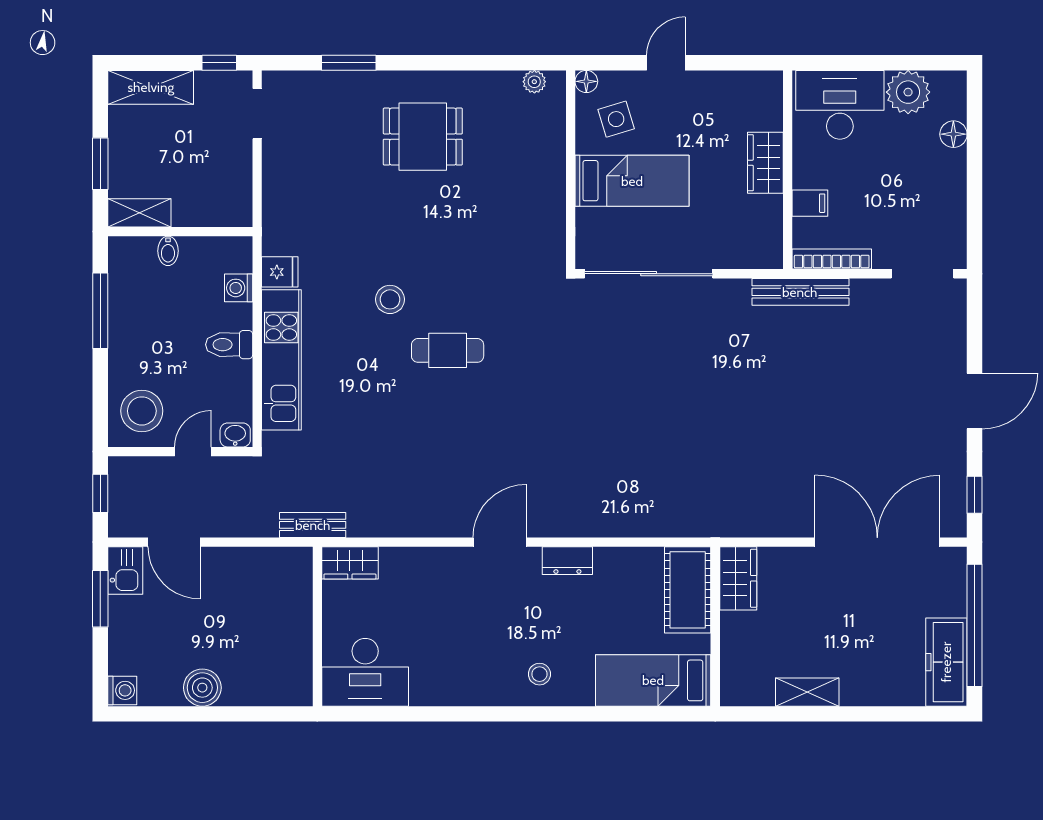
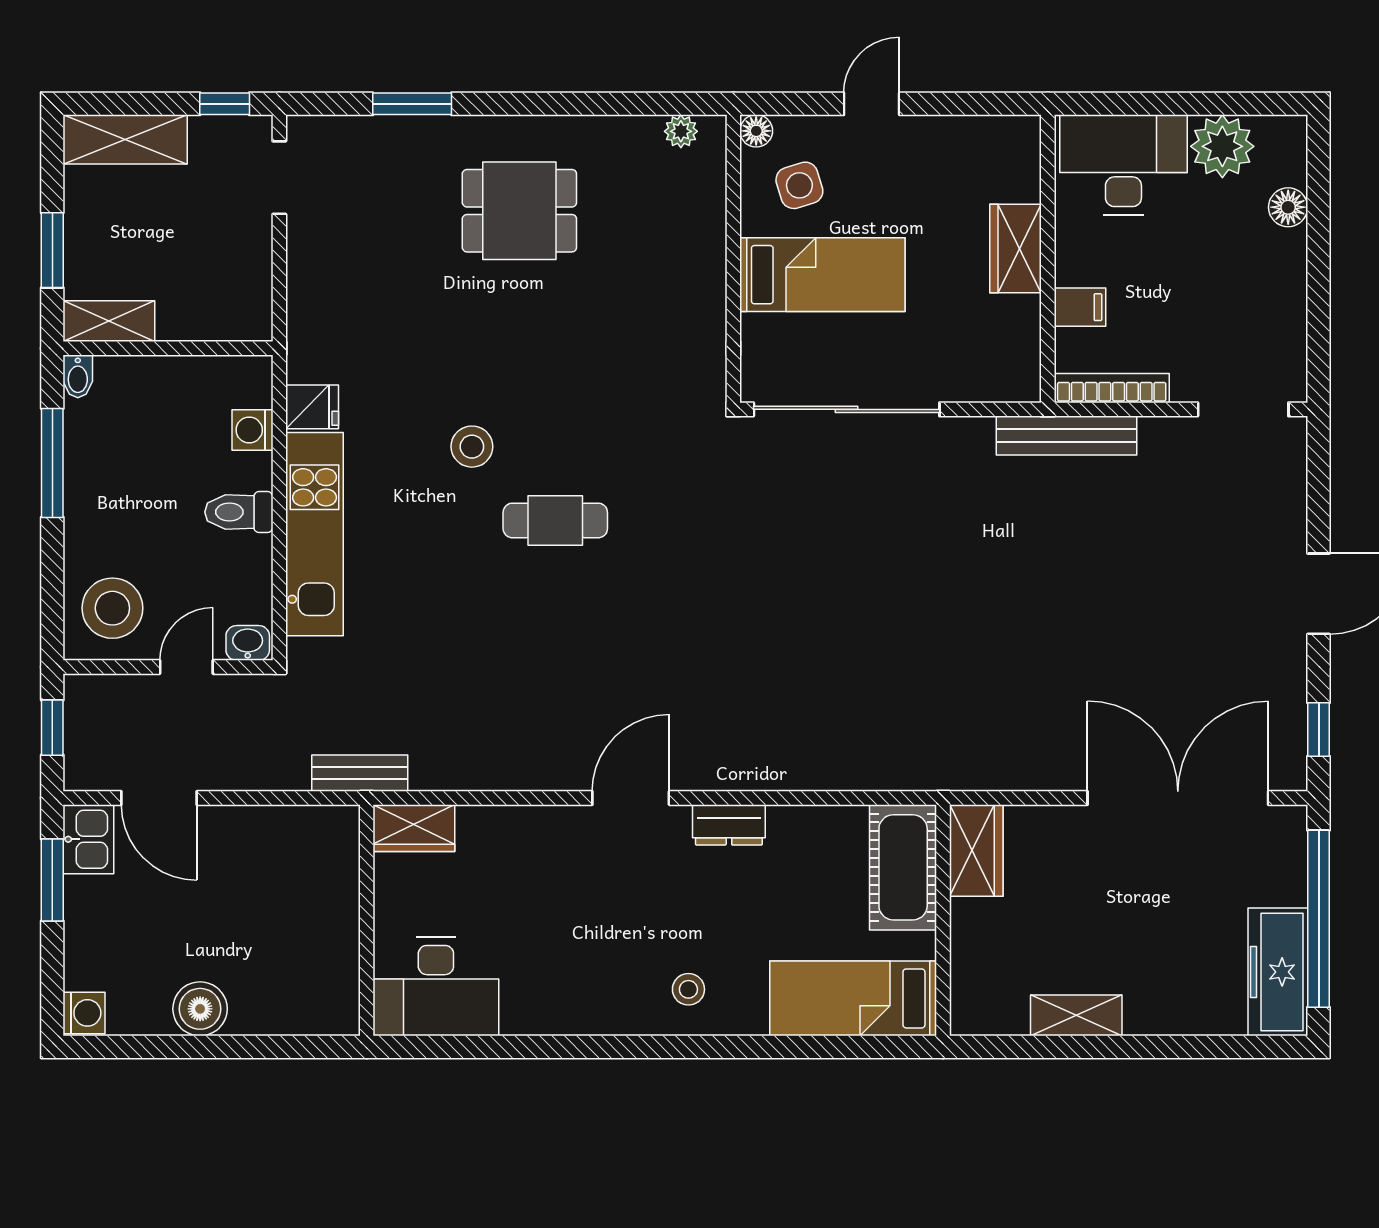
bidet: (168, 251) -> (78, 376), moved

